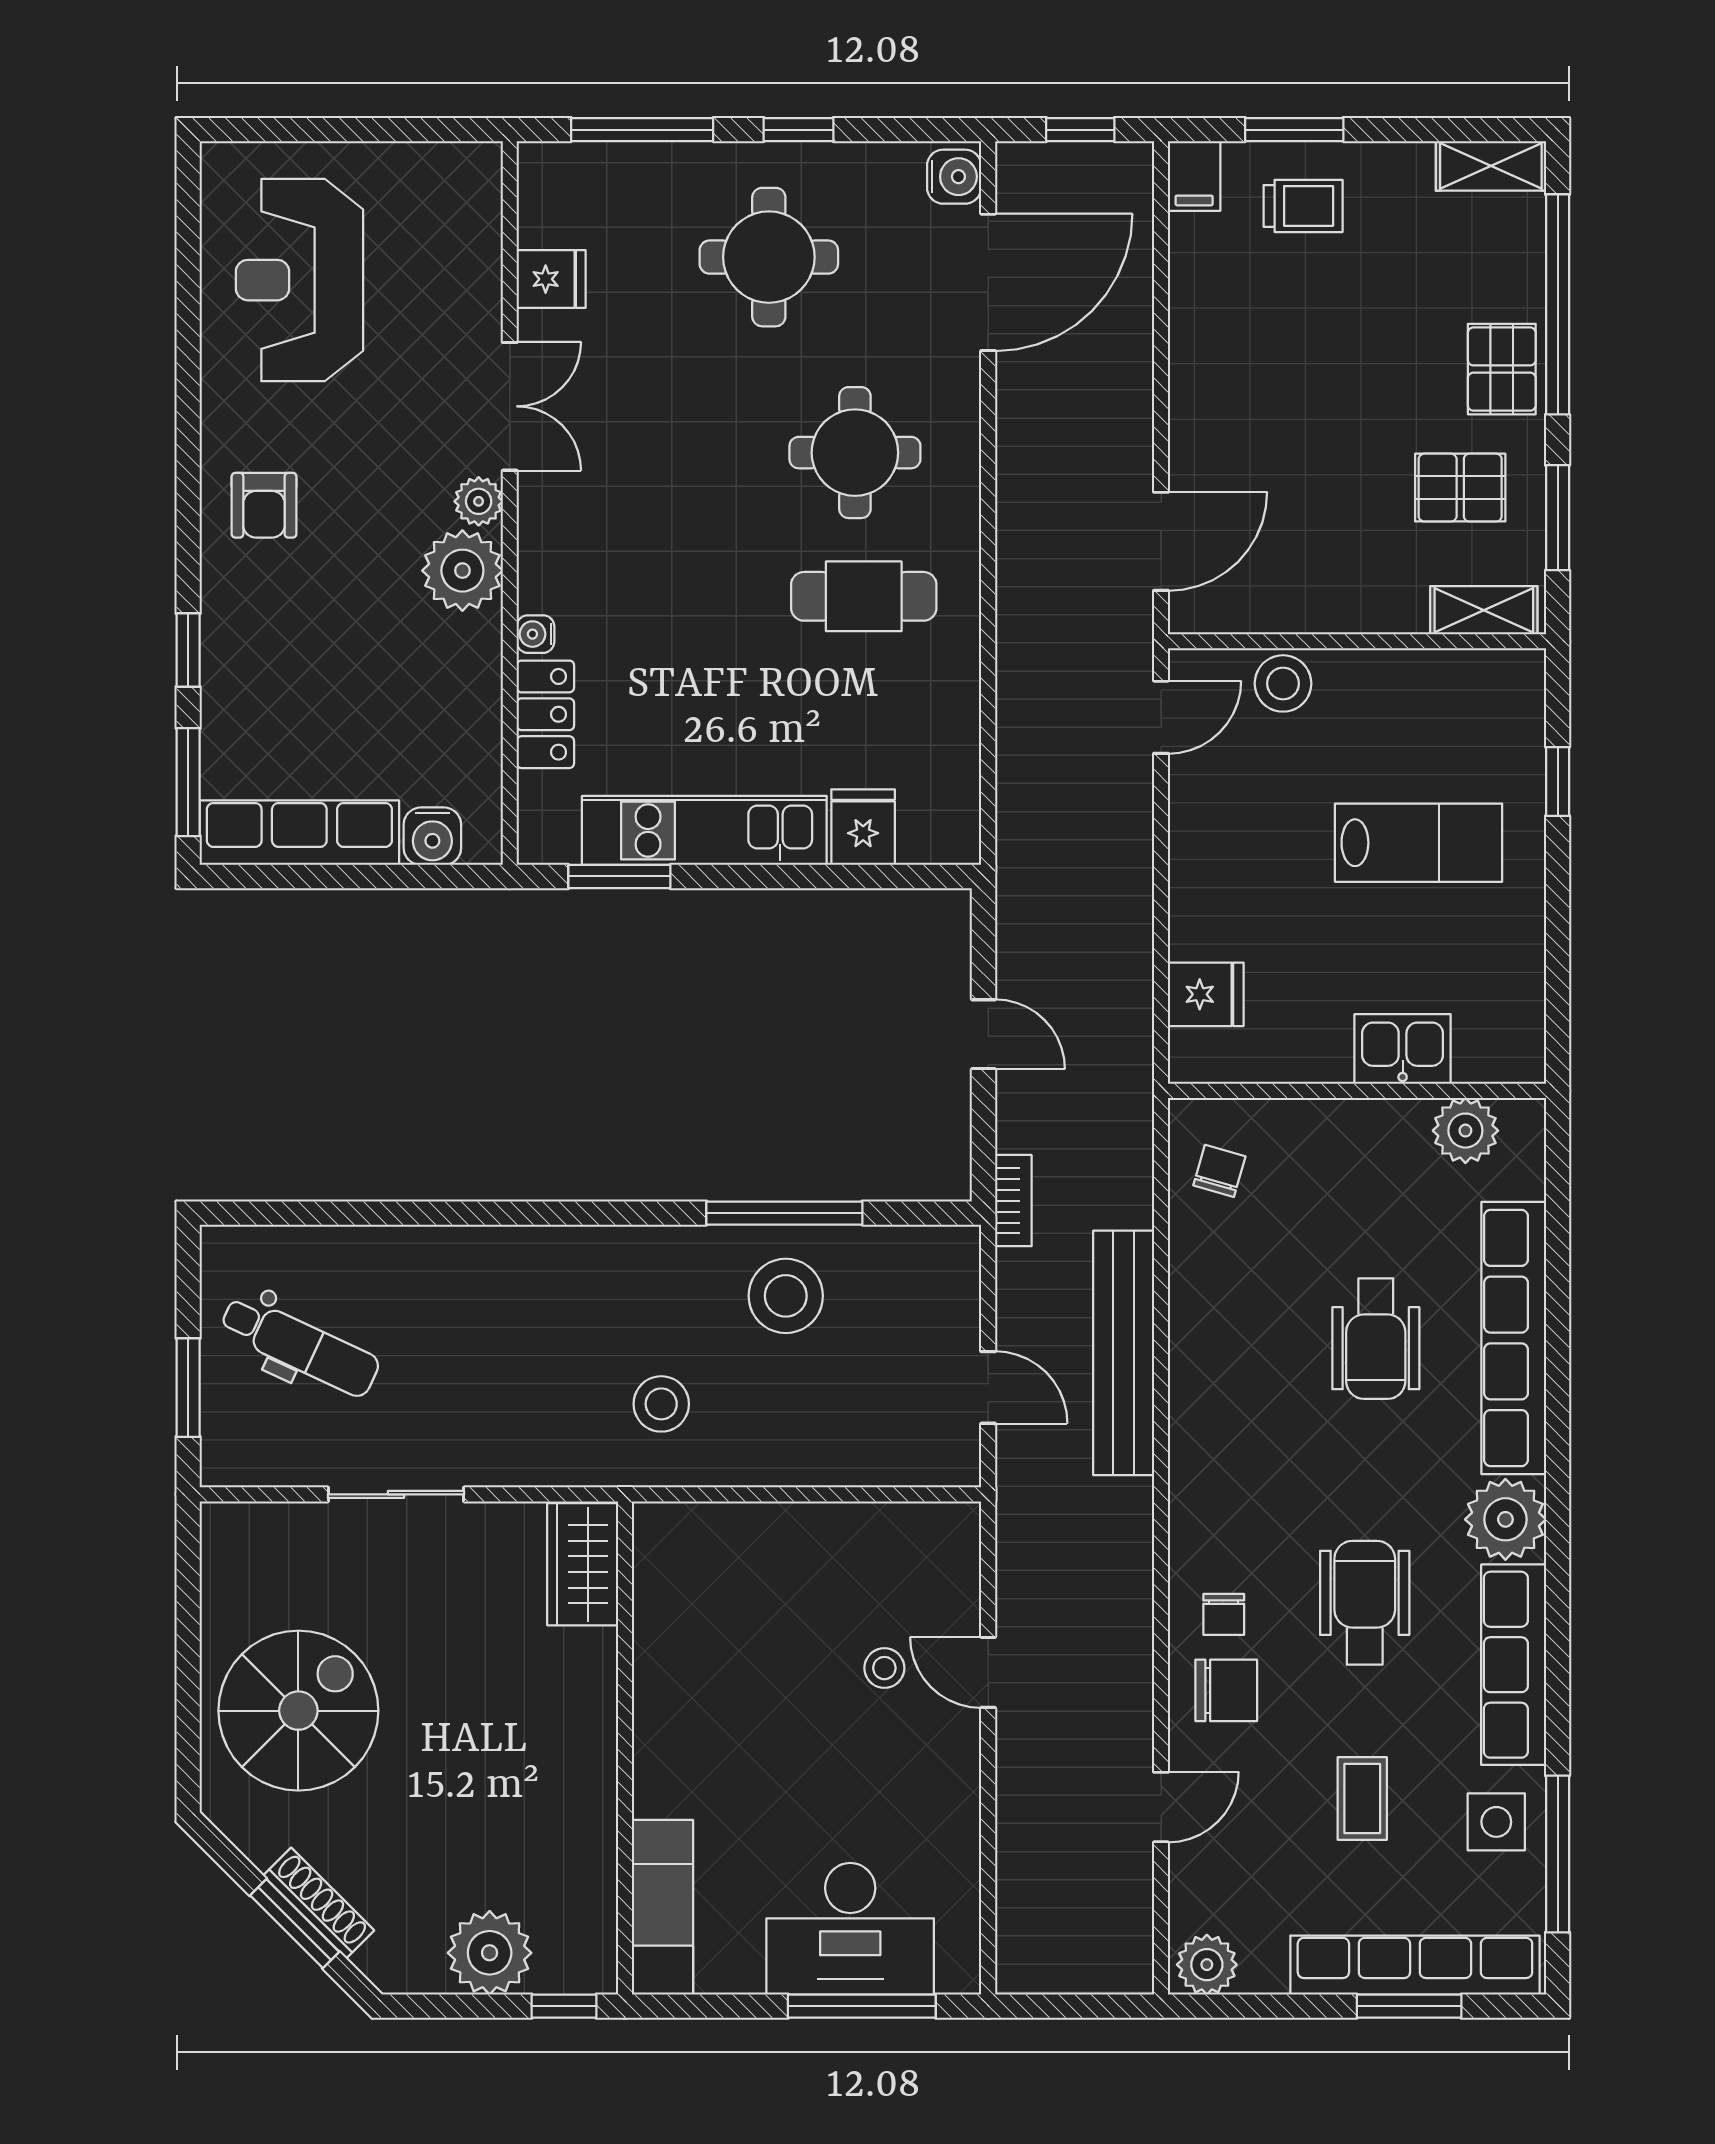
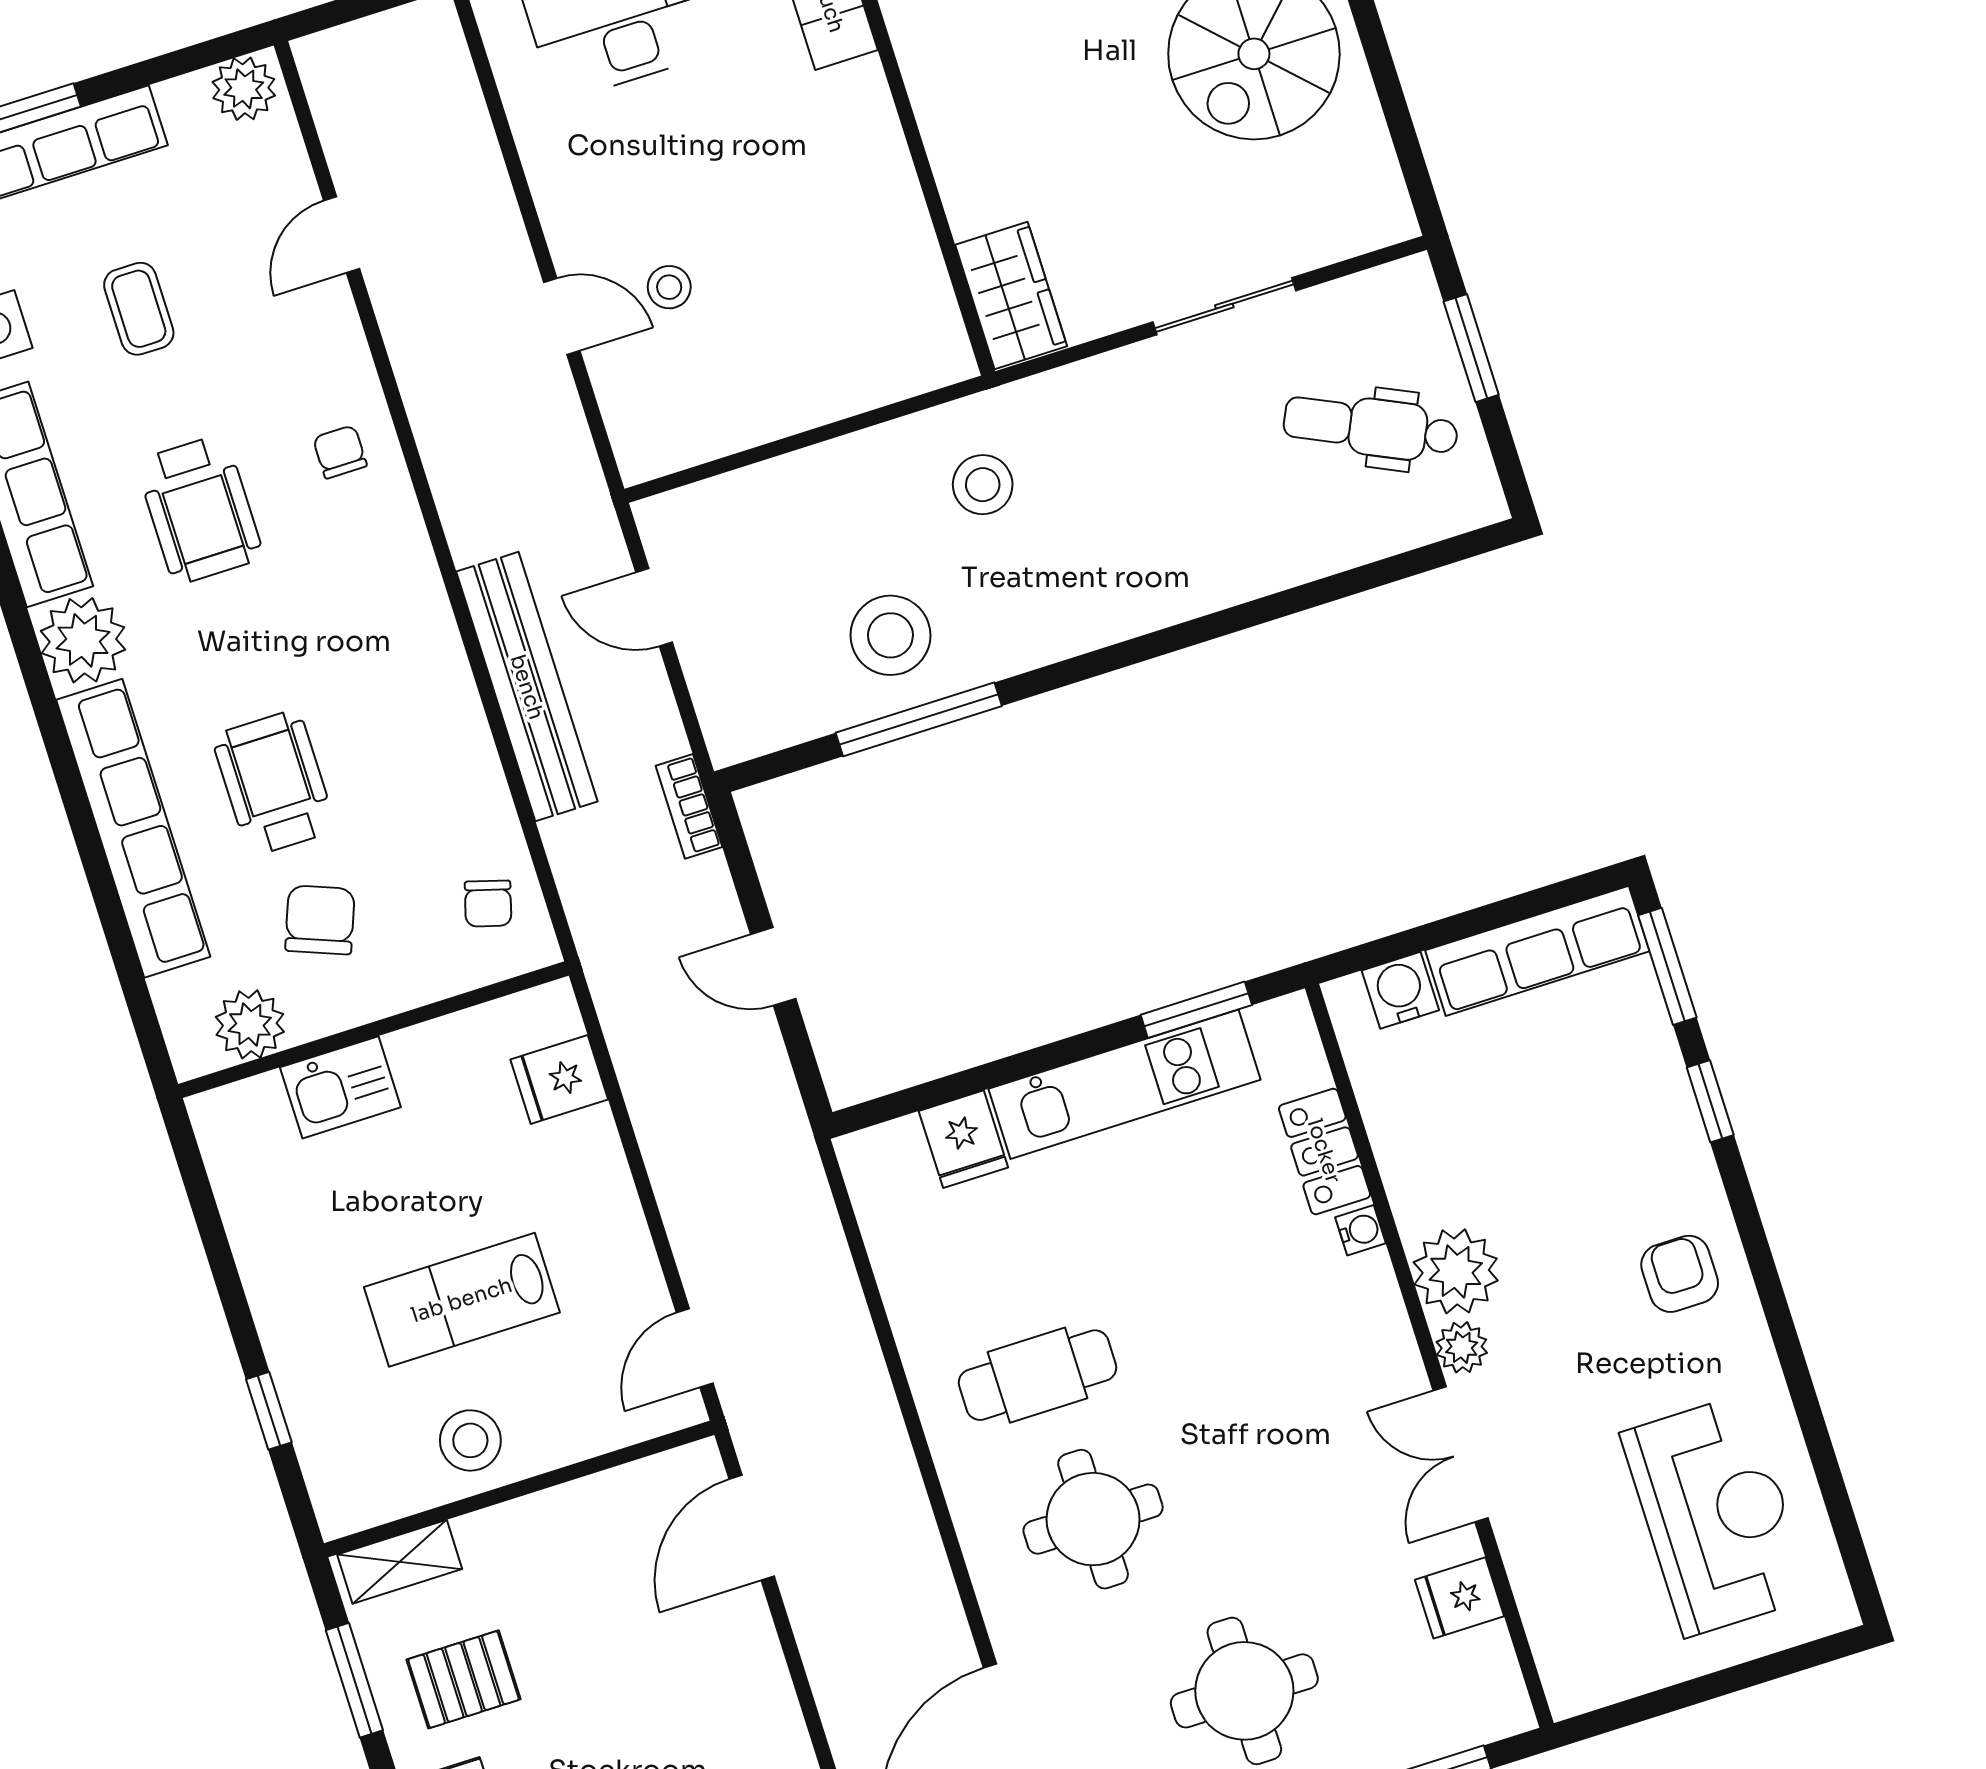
stool: (1283, 683) -> (470, 1440), moved
lab bench: (1419, 843) -> (462, 1300), moved
chair: (1226, 1690) -> (320, 920), moved, turned 111

